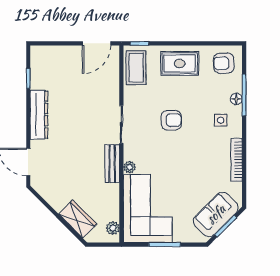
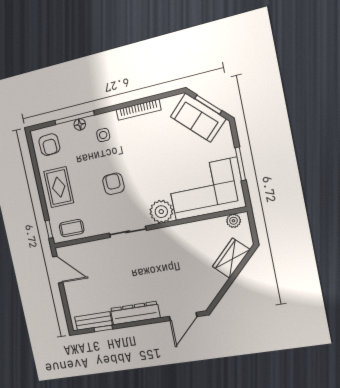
coffee table: (136, 68) -> (72, 228), width x0.73, depth x0.77
bench: (112, 164) -> (93, 321), moved
plant: (129, 167) -> (161, 212), width x1.87, depth x1.87

